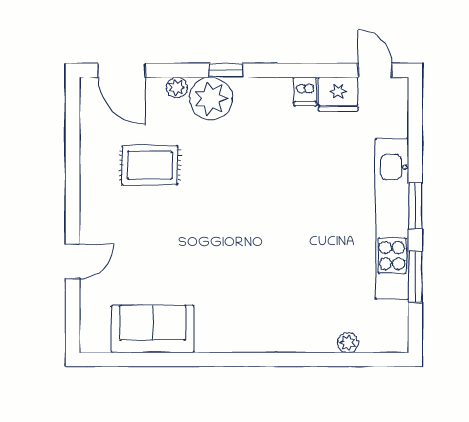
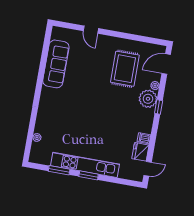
rug: (150, 165) -> (125, 69), width x1.36, depth x1.43
sofa: (153, 329) -> (56, 64), width x1.36

